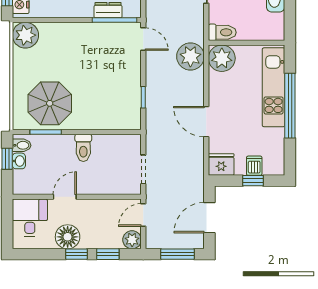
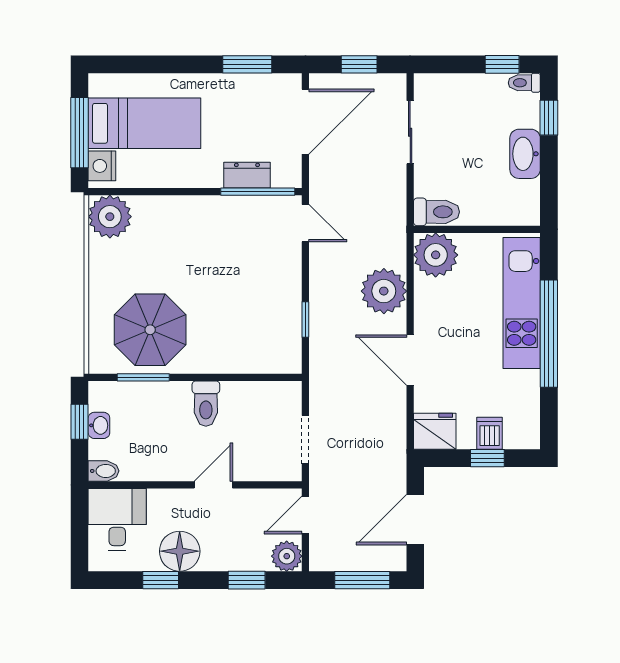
plant: (190, 56) -> (384, 291), moved
bidet: (22, 145) -> (104, 471), moved
door: (65, 197) -> (213, 485), moved
window: (77, 254) -> (161, 580), moved

